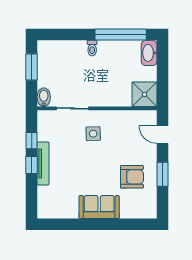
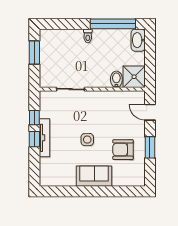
bidet: (44, 97) -> (116, 79), moved
side table: (93, 134) -> (87, 140), moved
armchair: (132, 177) -> (123, 150), turned 180

